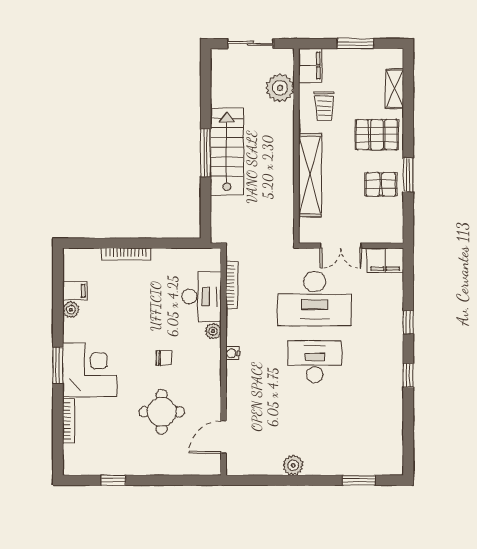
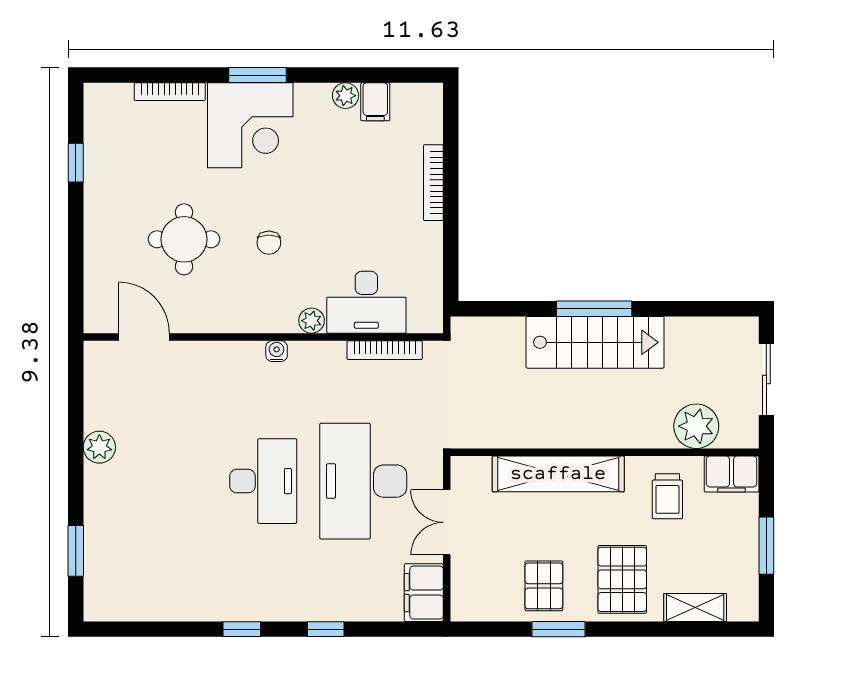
trolley: (324, 106) -> (667, 496), turned -90

